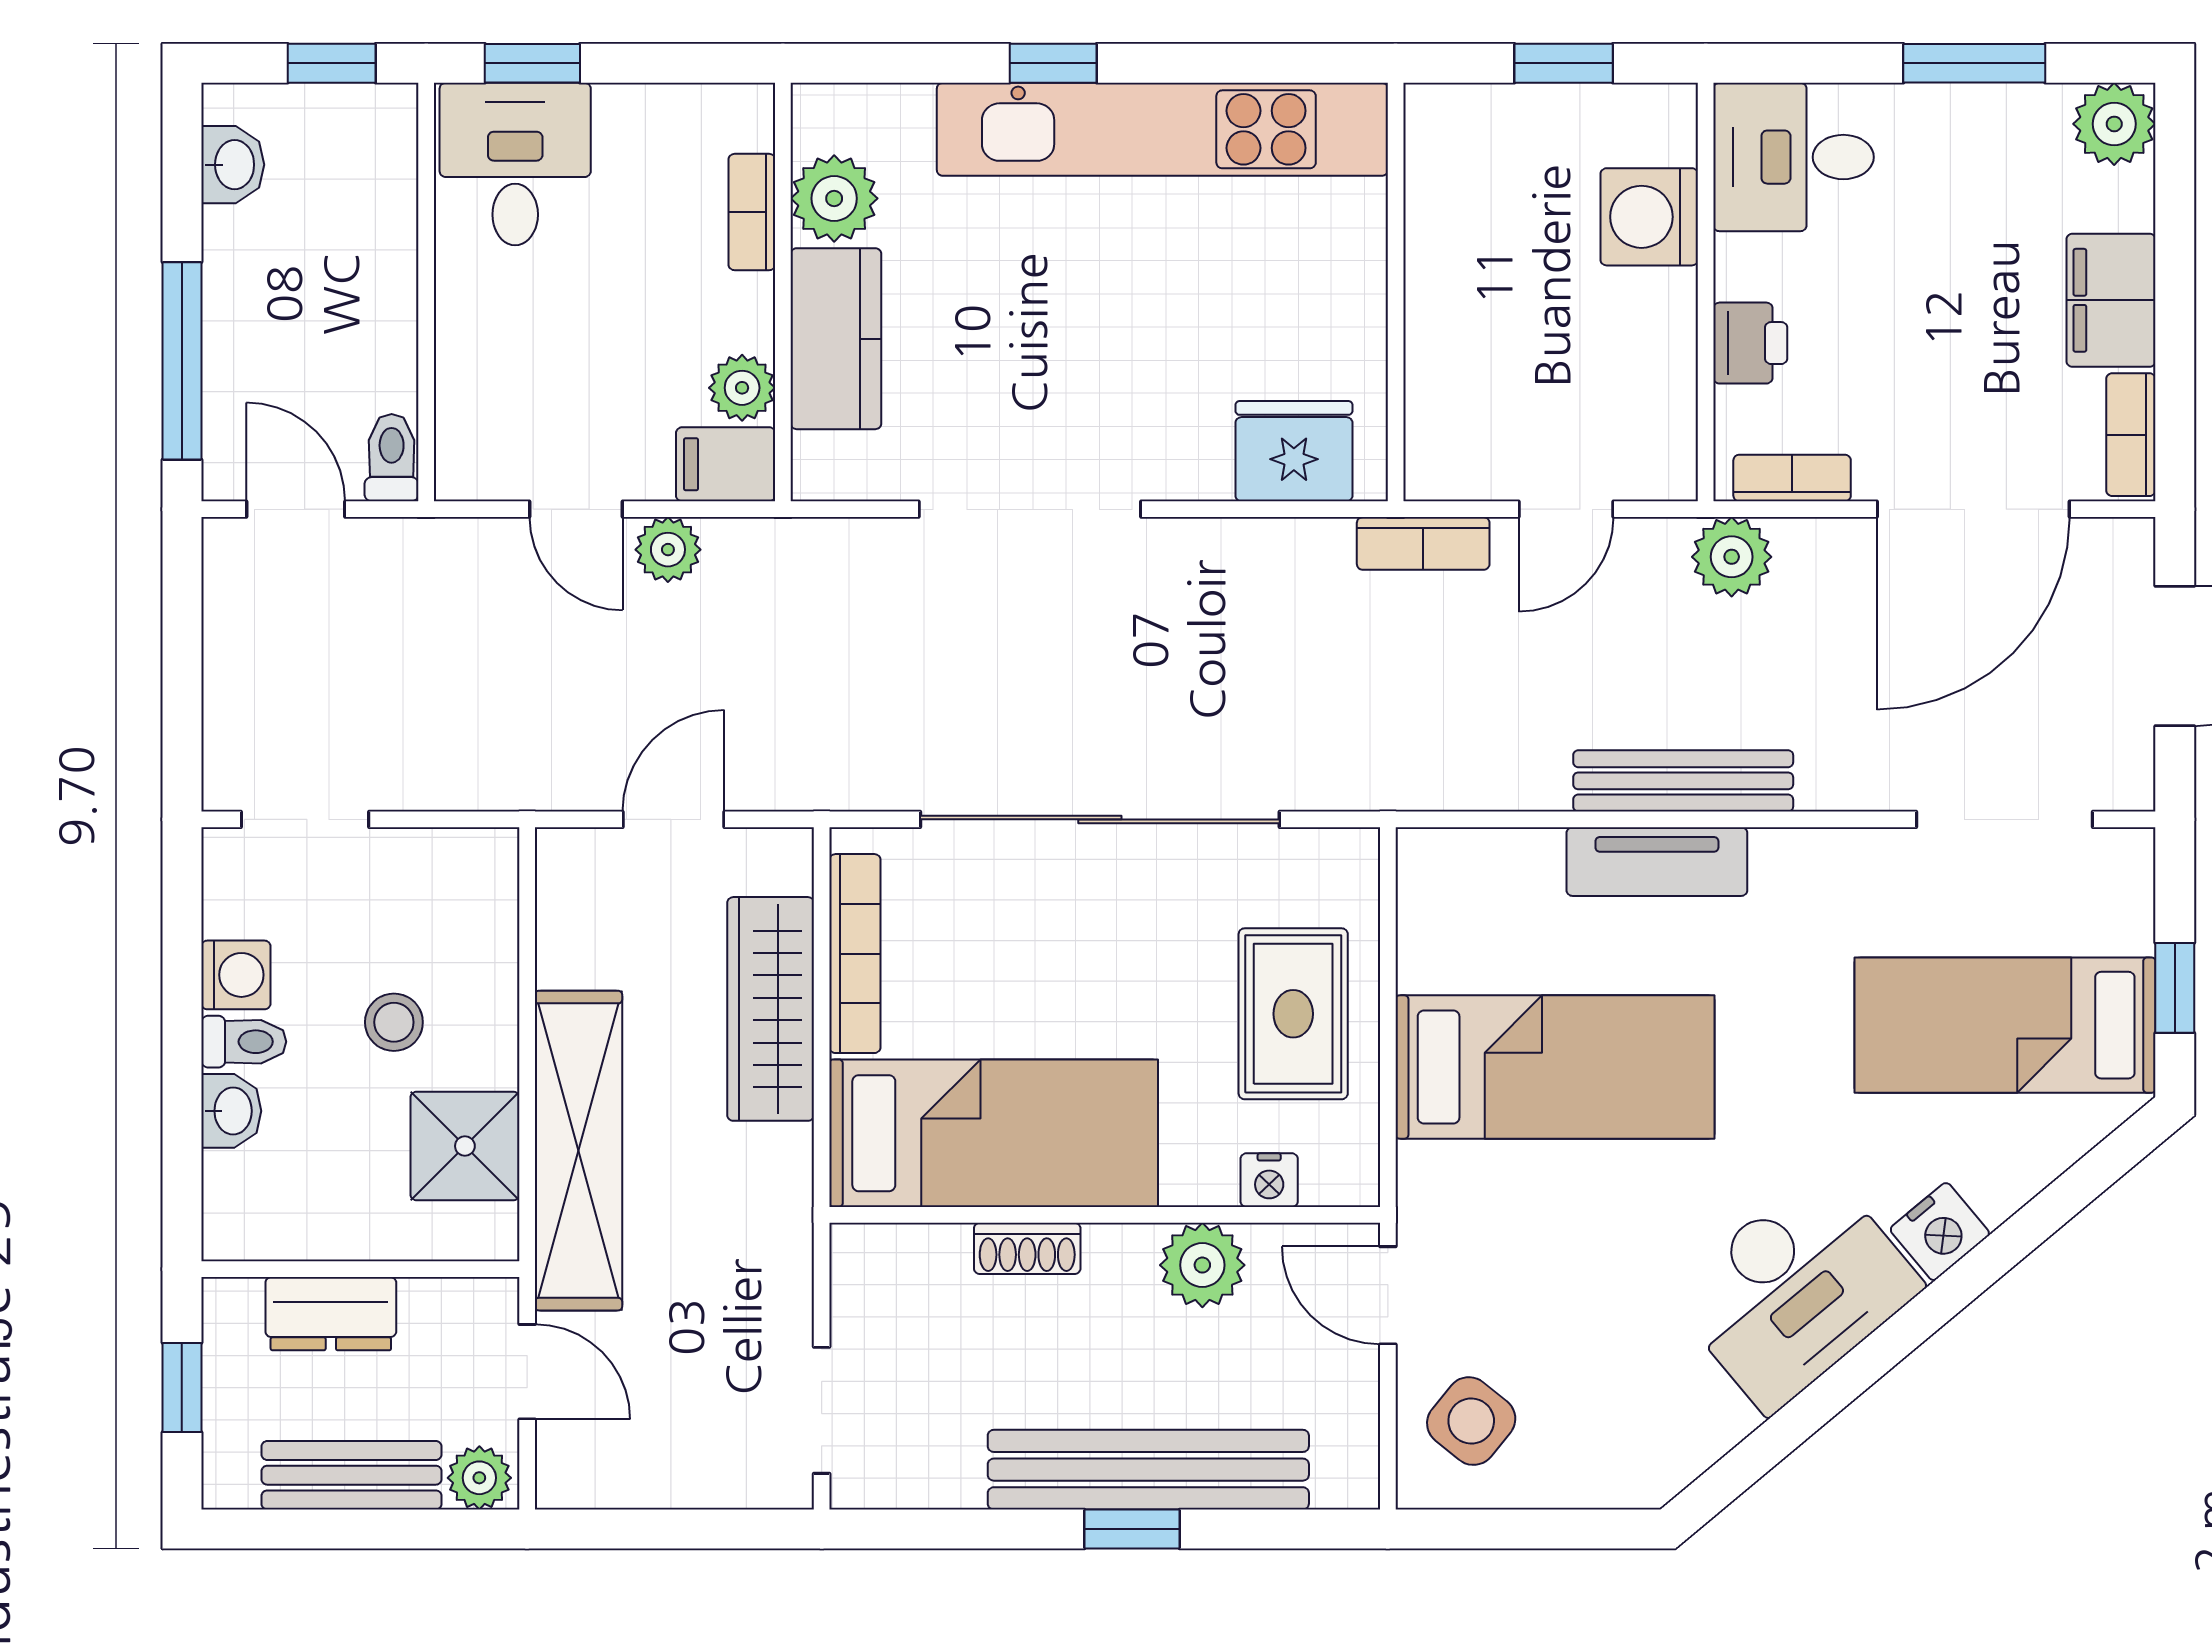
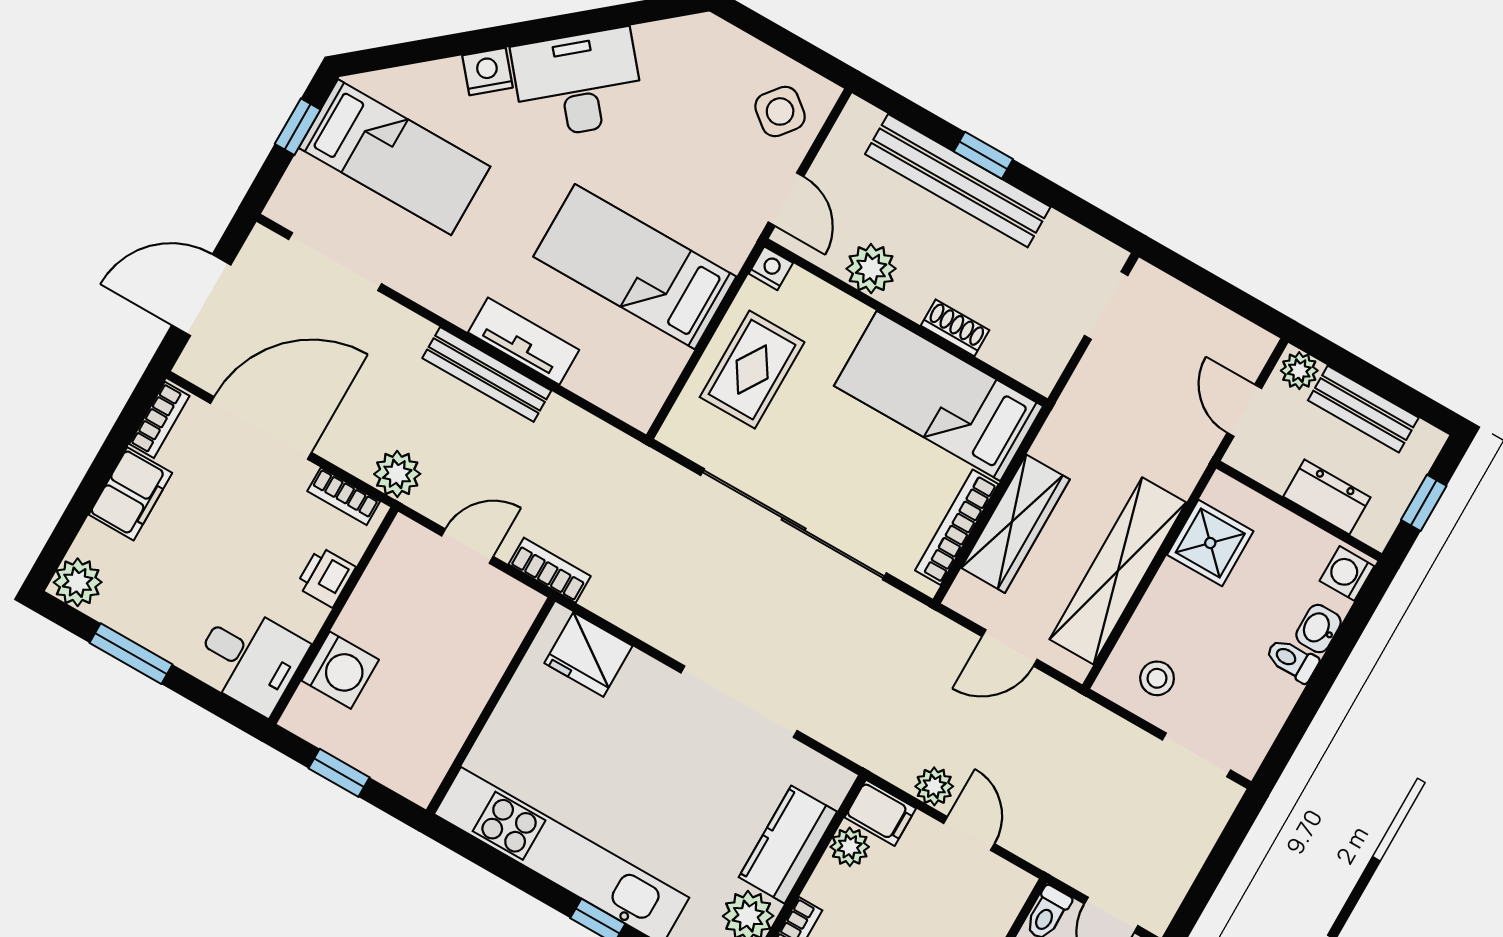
washing machine: (236, 975) -> (1347, 573), moved
stool: (394, 1022) -> (1157, 678), moved
shelving: (578, 1151) -> (1118, 571), moved
nightstand: (1269, 1180) -> (771, 268), moved

